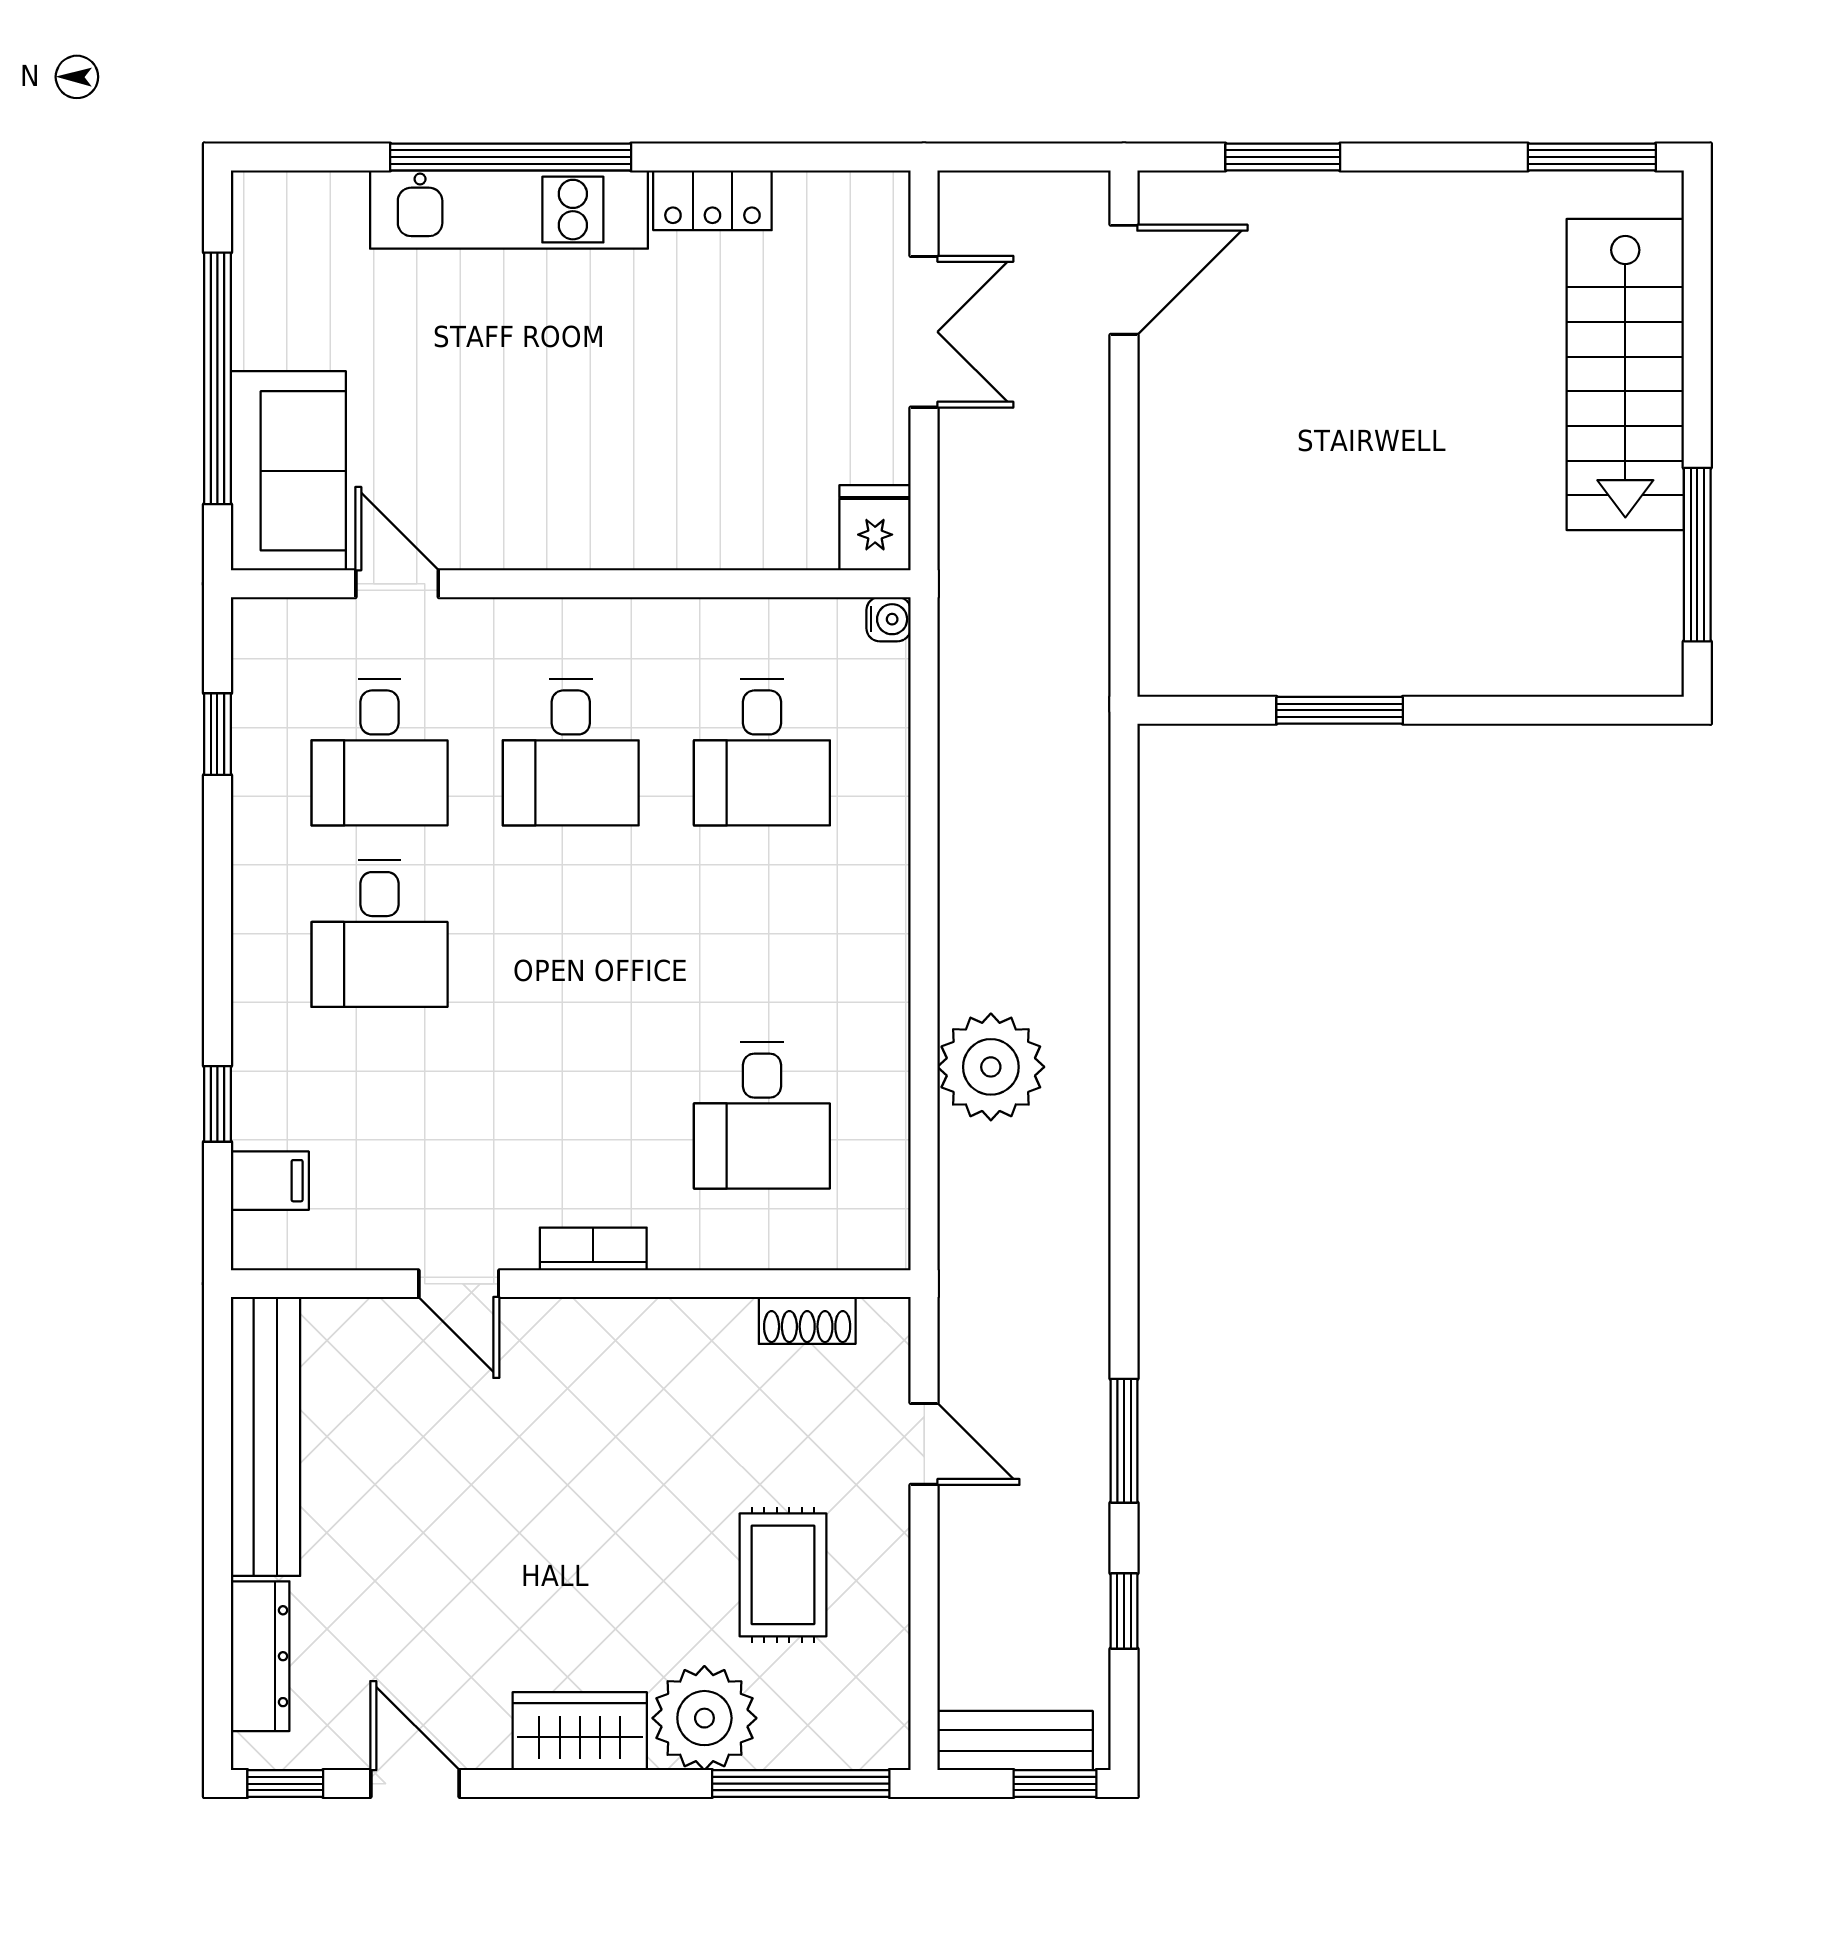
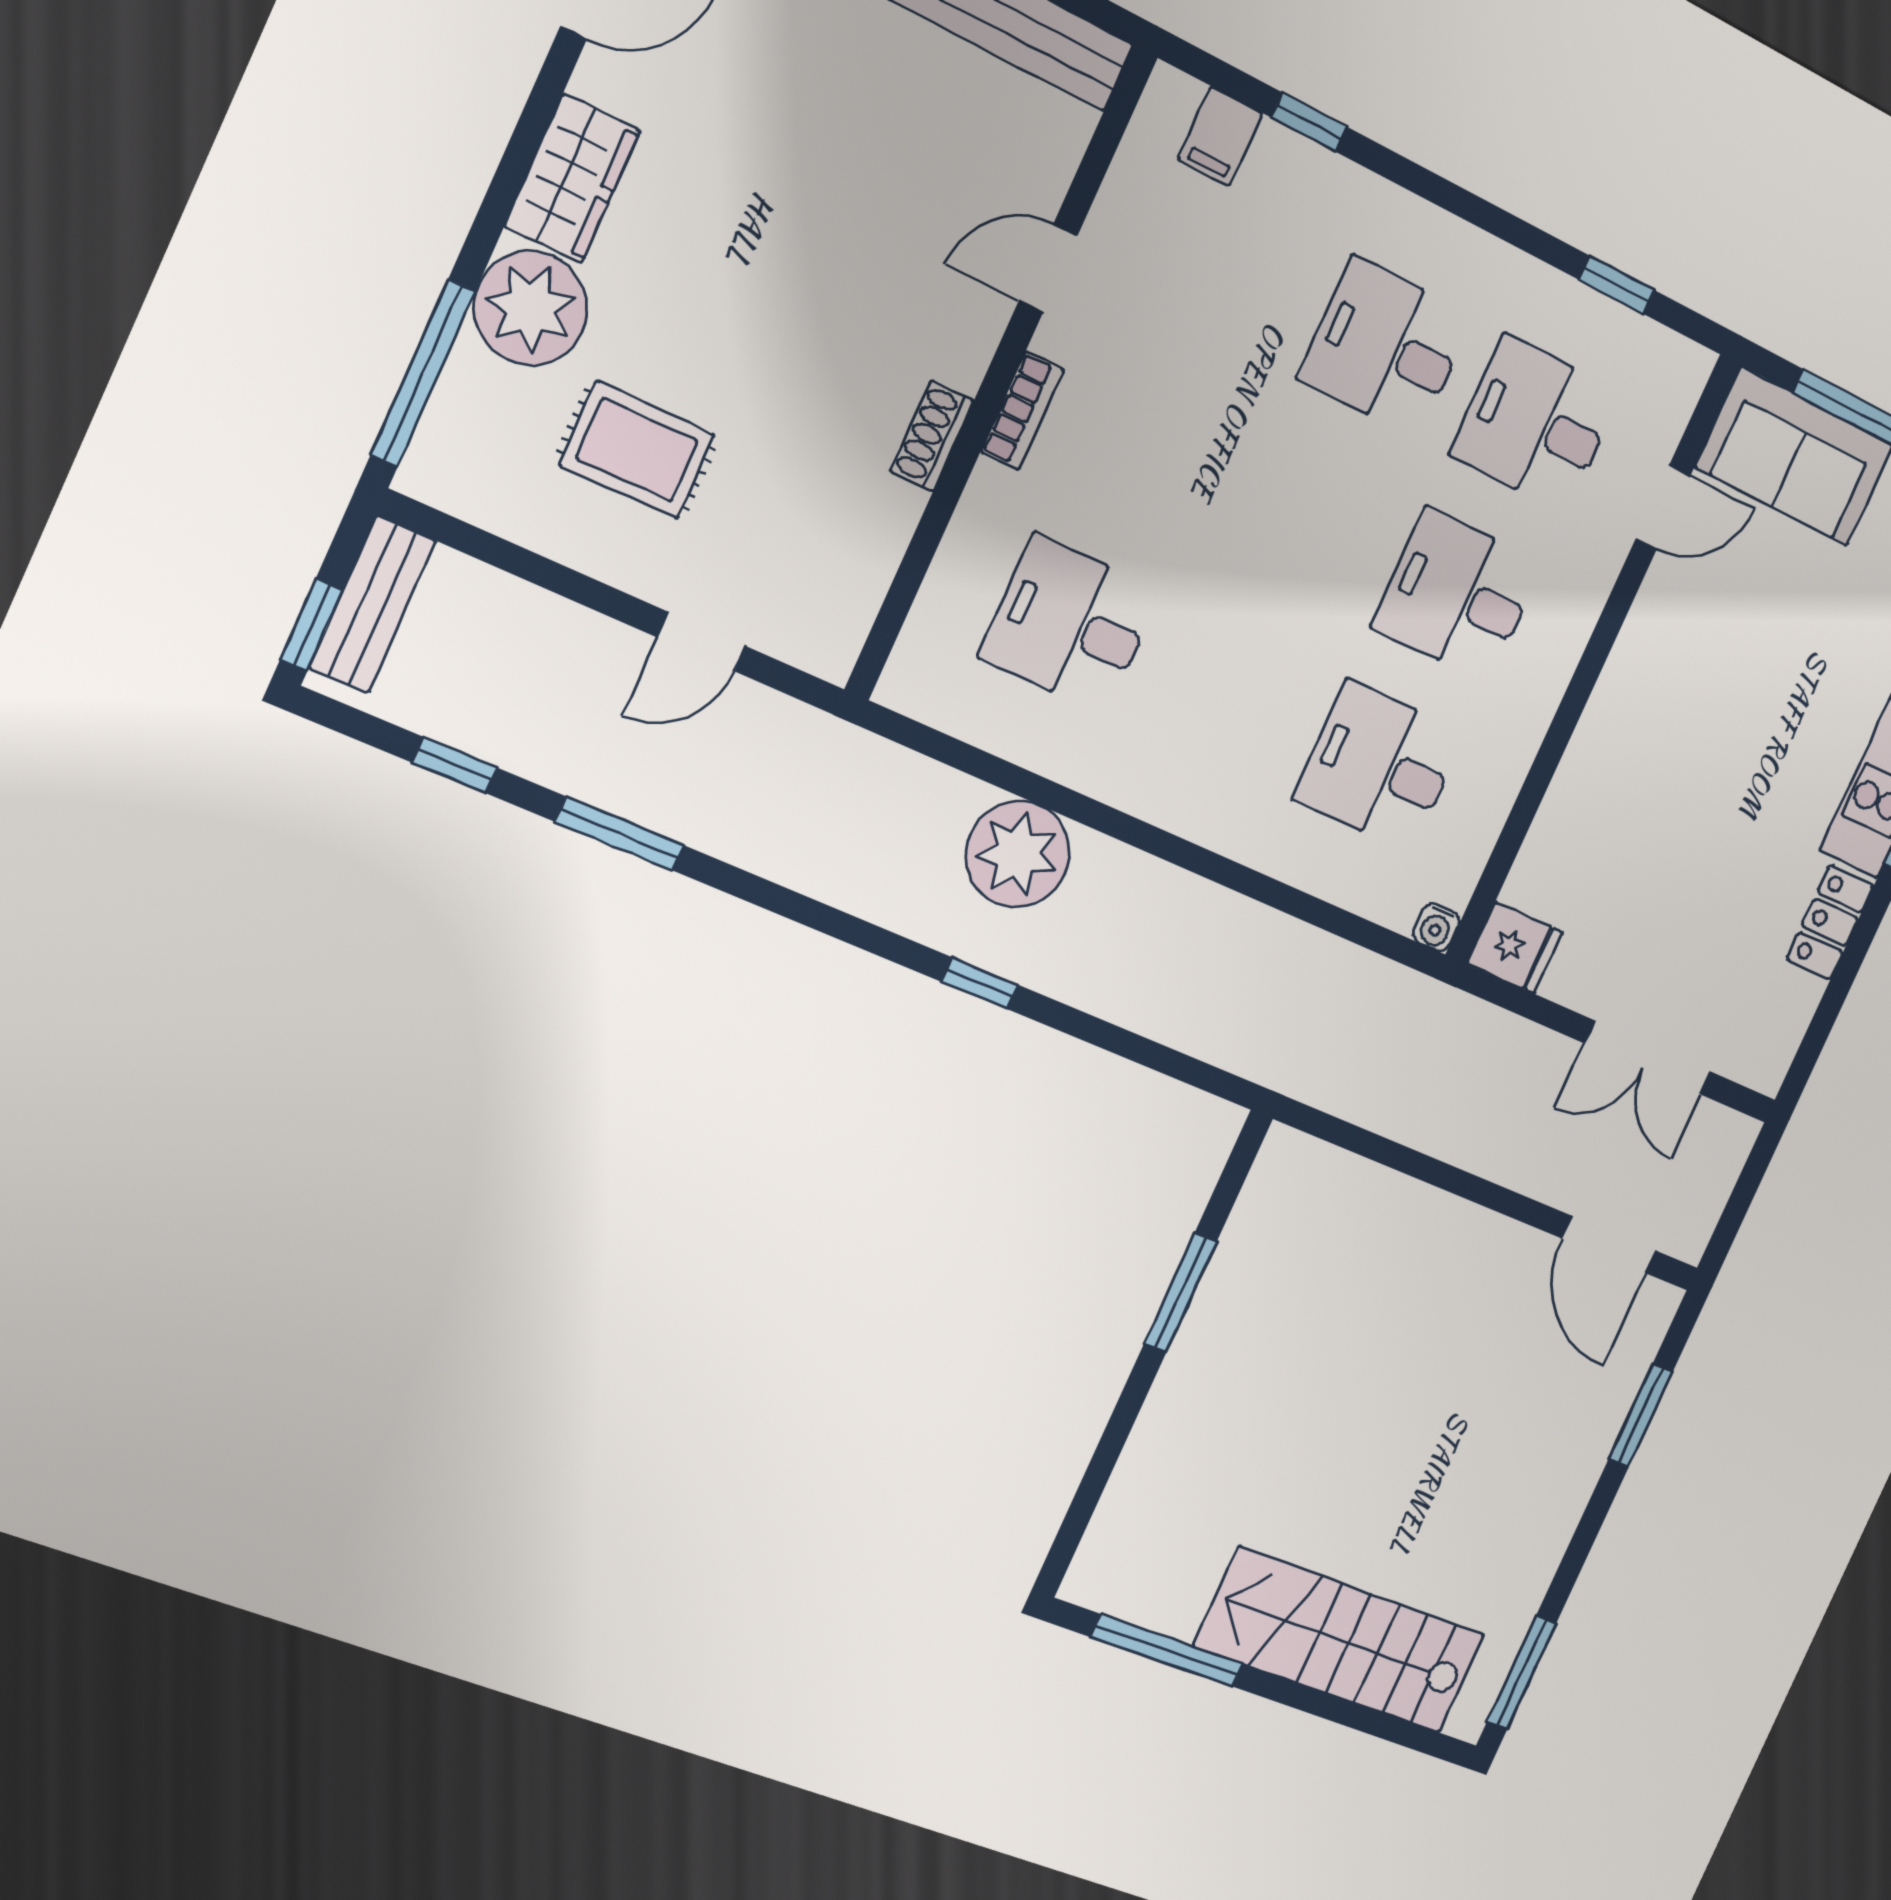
window: (1124, 1047) -> (980, 983), added
shoe rack: (807, 1320) -> (932, 436), moved

